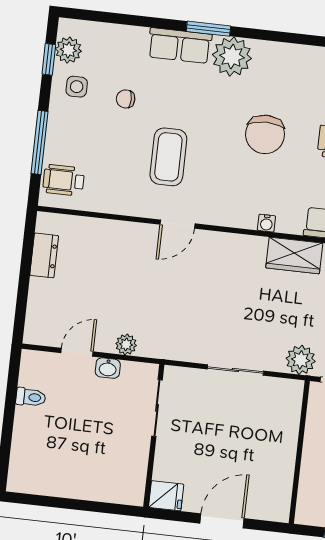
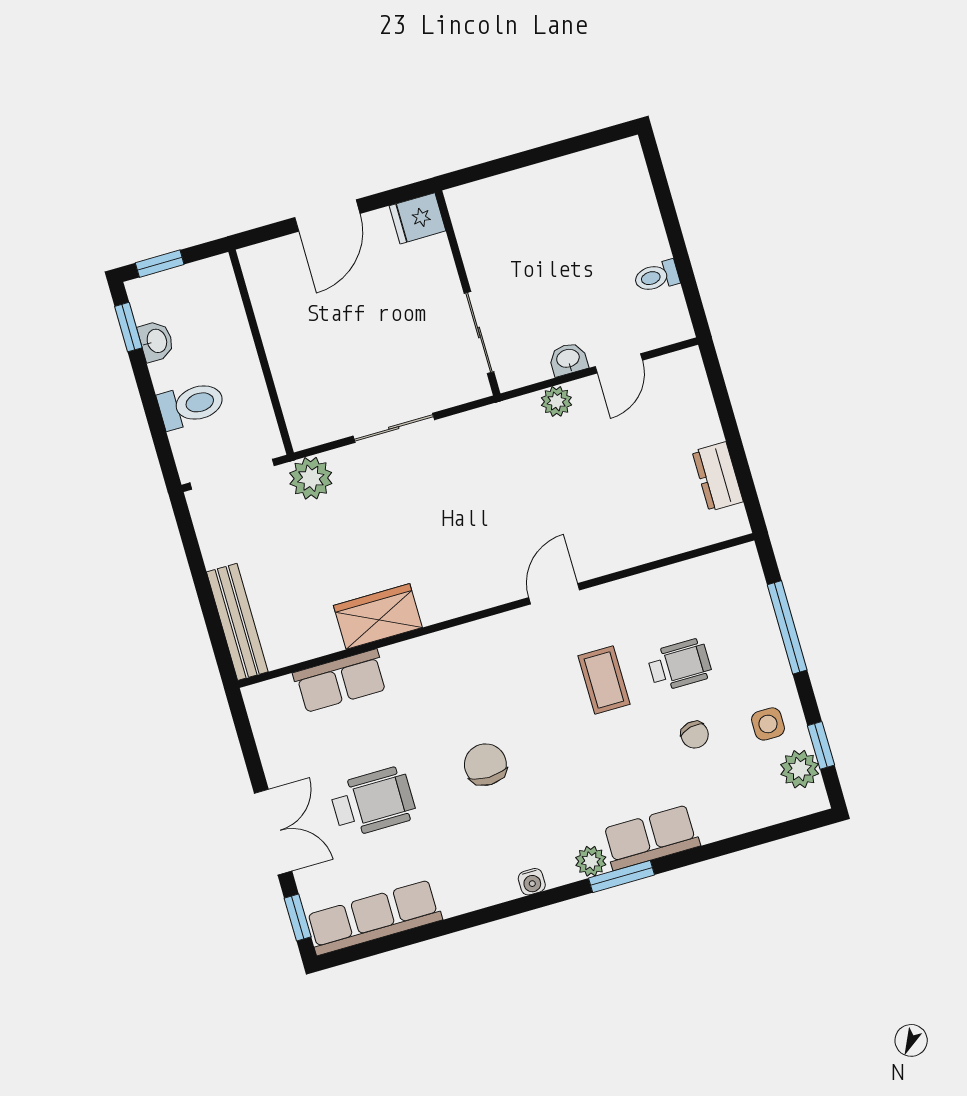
plant: (232, 57) -> (591, 861), width x0.53, depth x0.53
chair: (126, 99) -> (695, 735), turned 77
chair: (265, 134) -> (485, 765), width x0.73, depth x0.73
coffee table: (168, 157) -> (604, 680), width x0.73, depth x0.77
wheelchair: (64, 180) -> (680, 665), moved
water cooler: (266, 223) -> (532, 882), moved, turned 180

